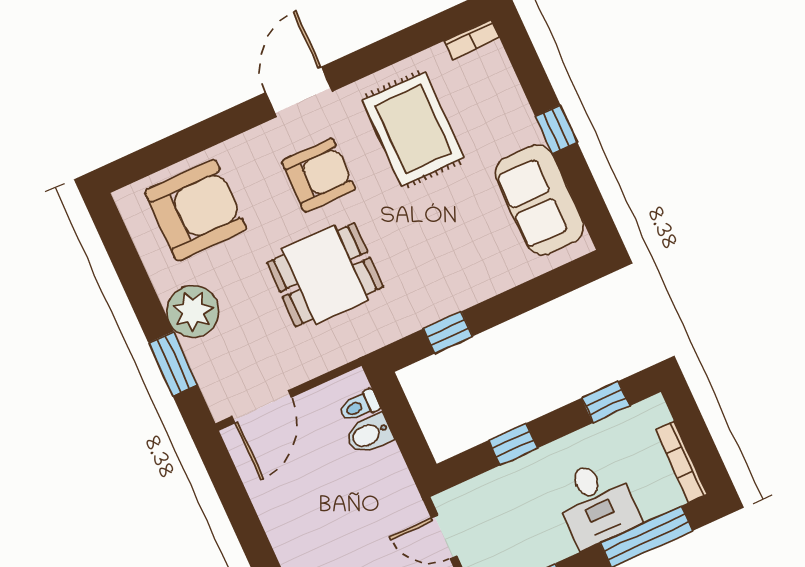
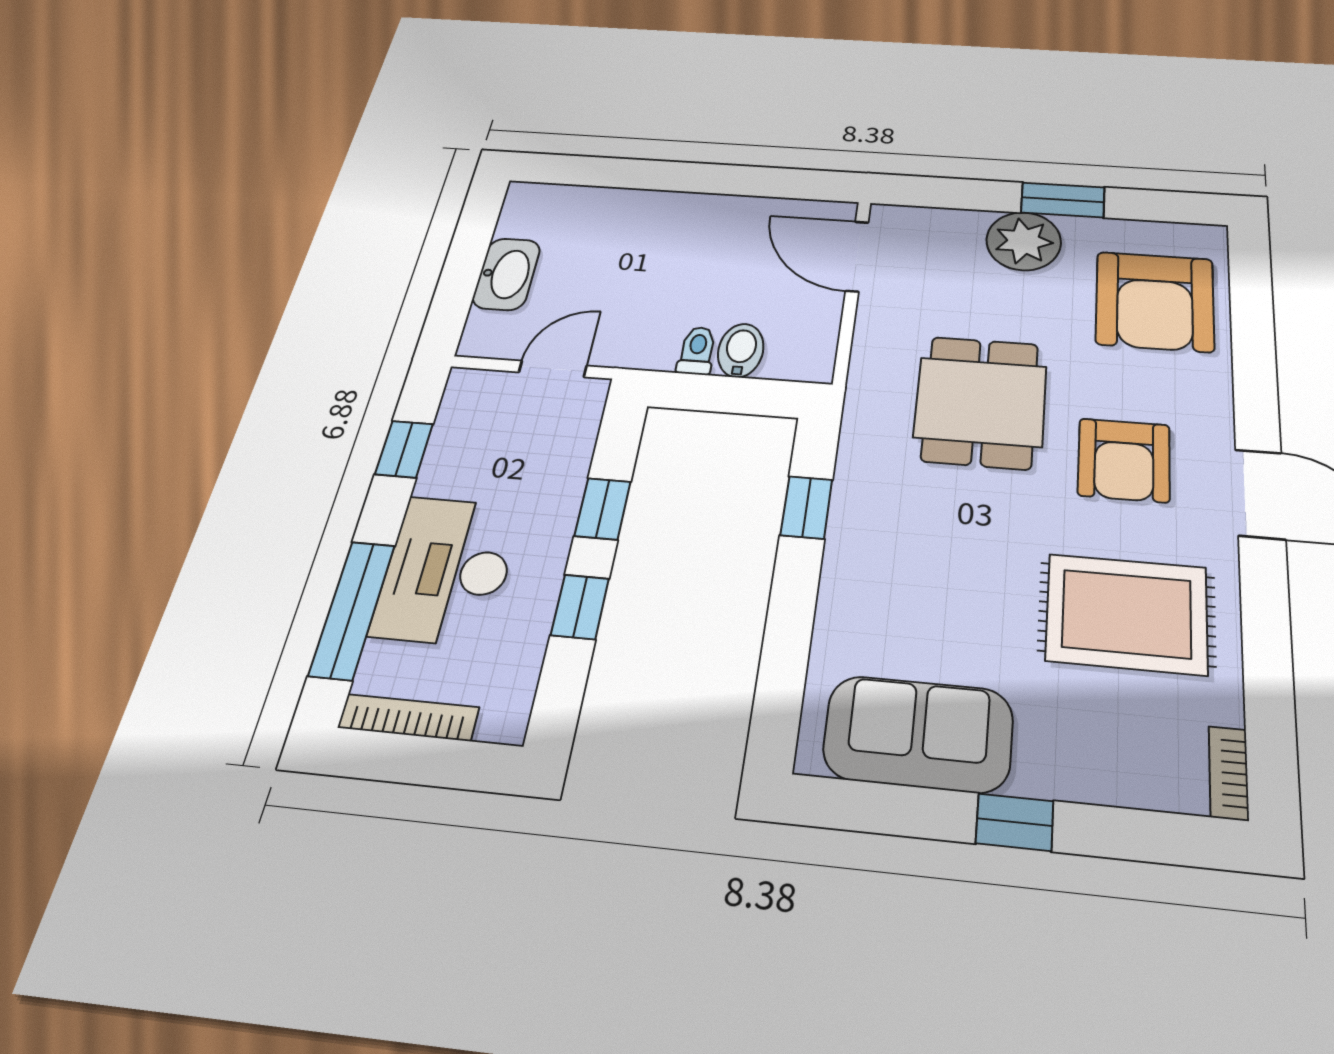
window: (173, 364) -> (1063, 200), moved
window: (606, 402) -> (580, 607), moved
toilet: (359, 406) -> (697, 351), moved
desk: (596, 503) -> (447, 570), width x1.37

